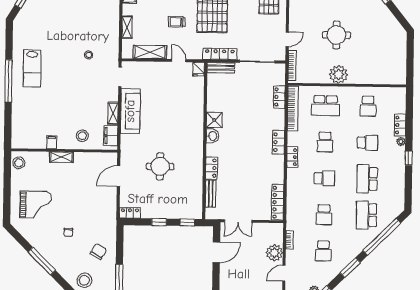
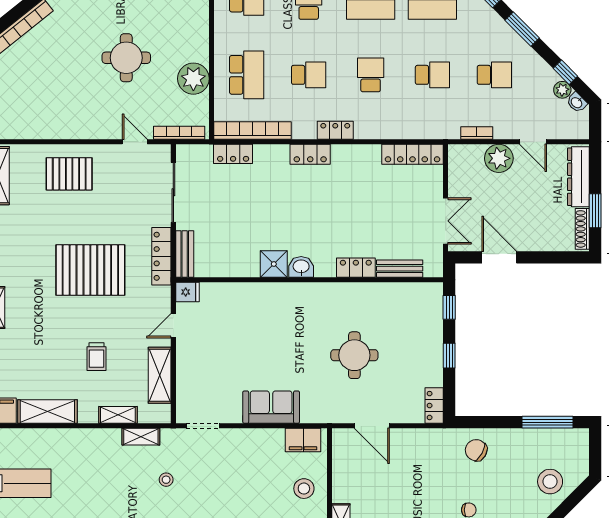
trolley: (177, 22) -> (96, 357), moved
plant: (339, 74) -> (193, 79), moved
sofa: (130, 111) -> (271, 407), width x0.73
shelving: (113, 113) -> (141, 437), moved
chair: (98, 251) -> (476, 450), moved

